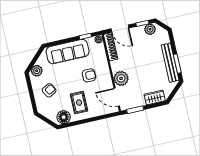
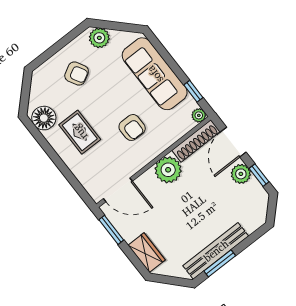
plant: (150, 29) -> (241, 174), moved
plant: (121, 78) -> (168, 170), moved
door: (117, 97) -> (118, 190), swing flipped
rug: (79, 103) -> (80, 132), turned 90

